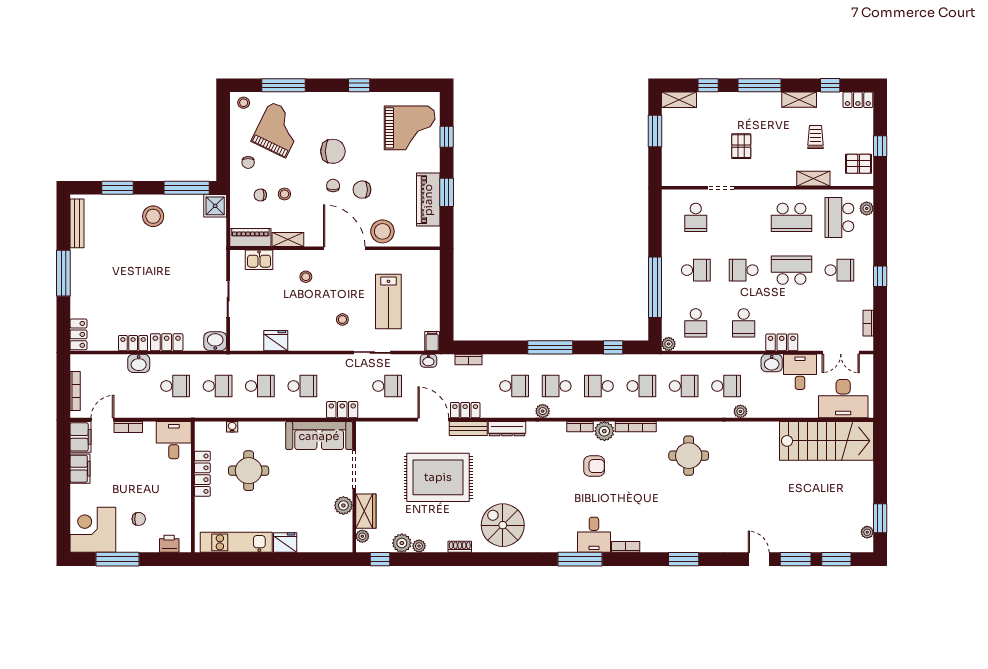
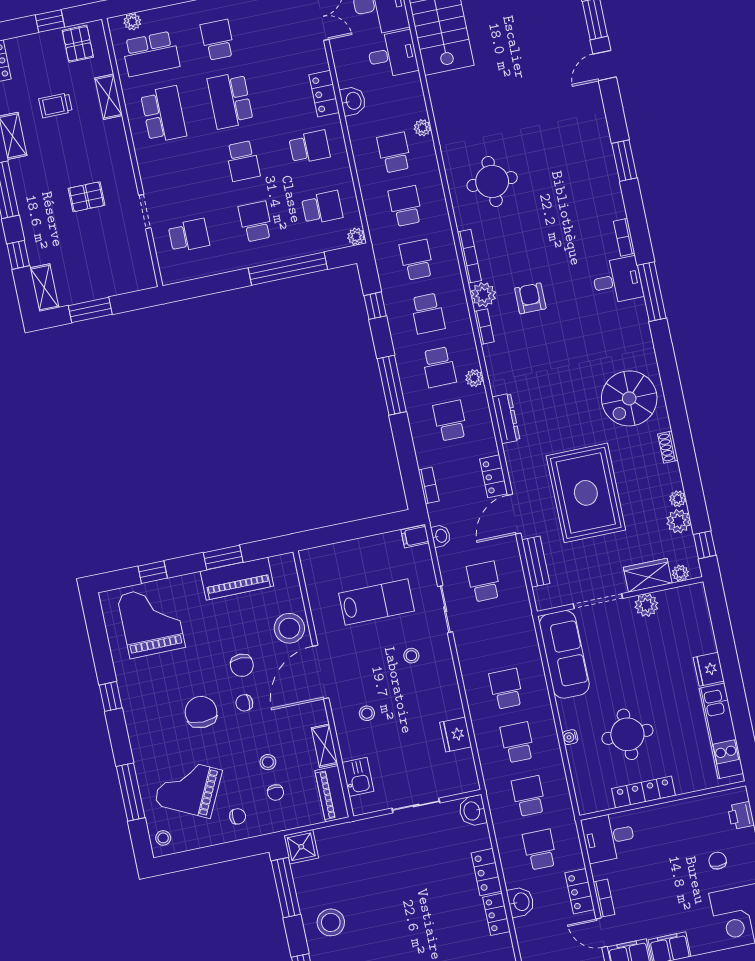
desk: (800, 372) -> (392, 54), moved, turned 180
locker: (342, 410) -> (580, 891), moved
water cooler: (232, 427) -> (570, 737), moved
bench: (468, 429) -> (536, 562), moved

